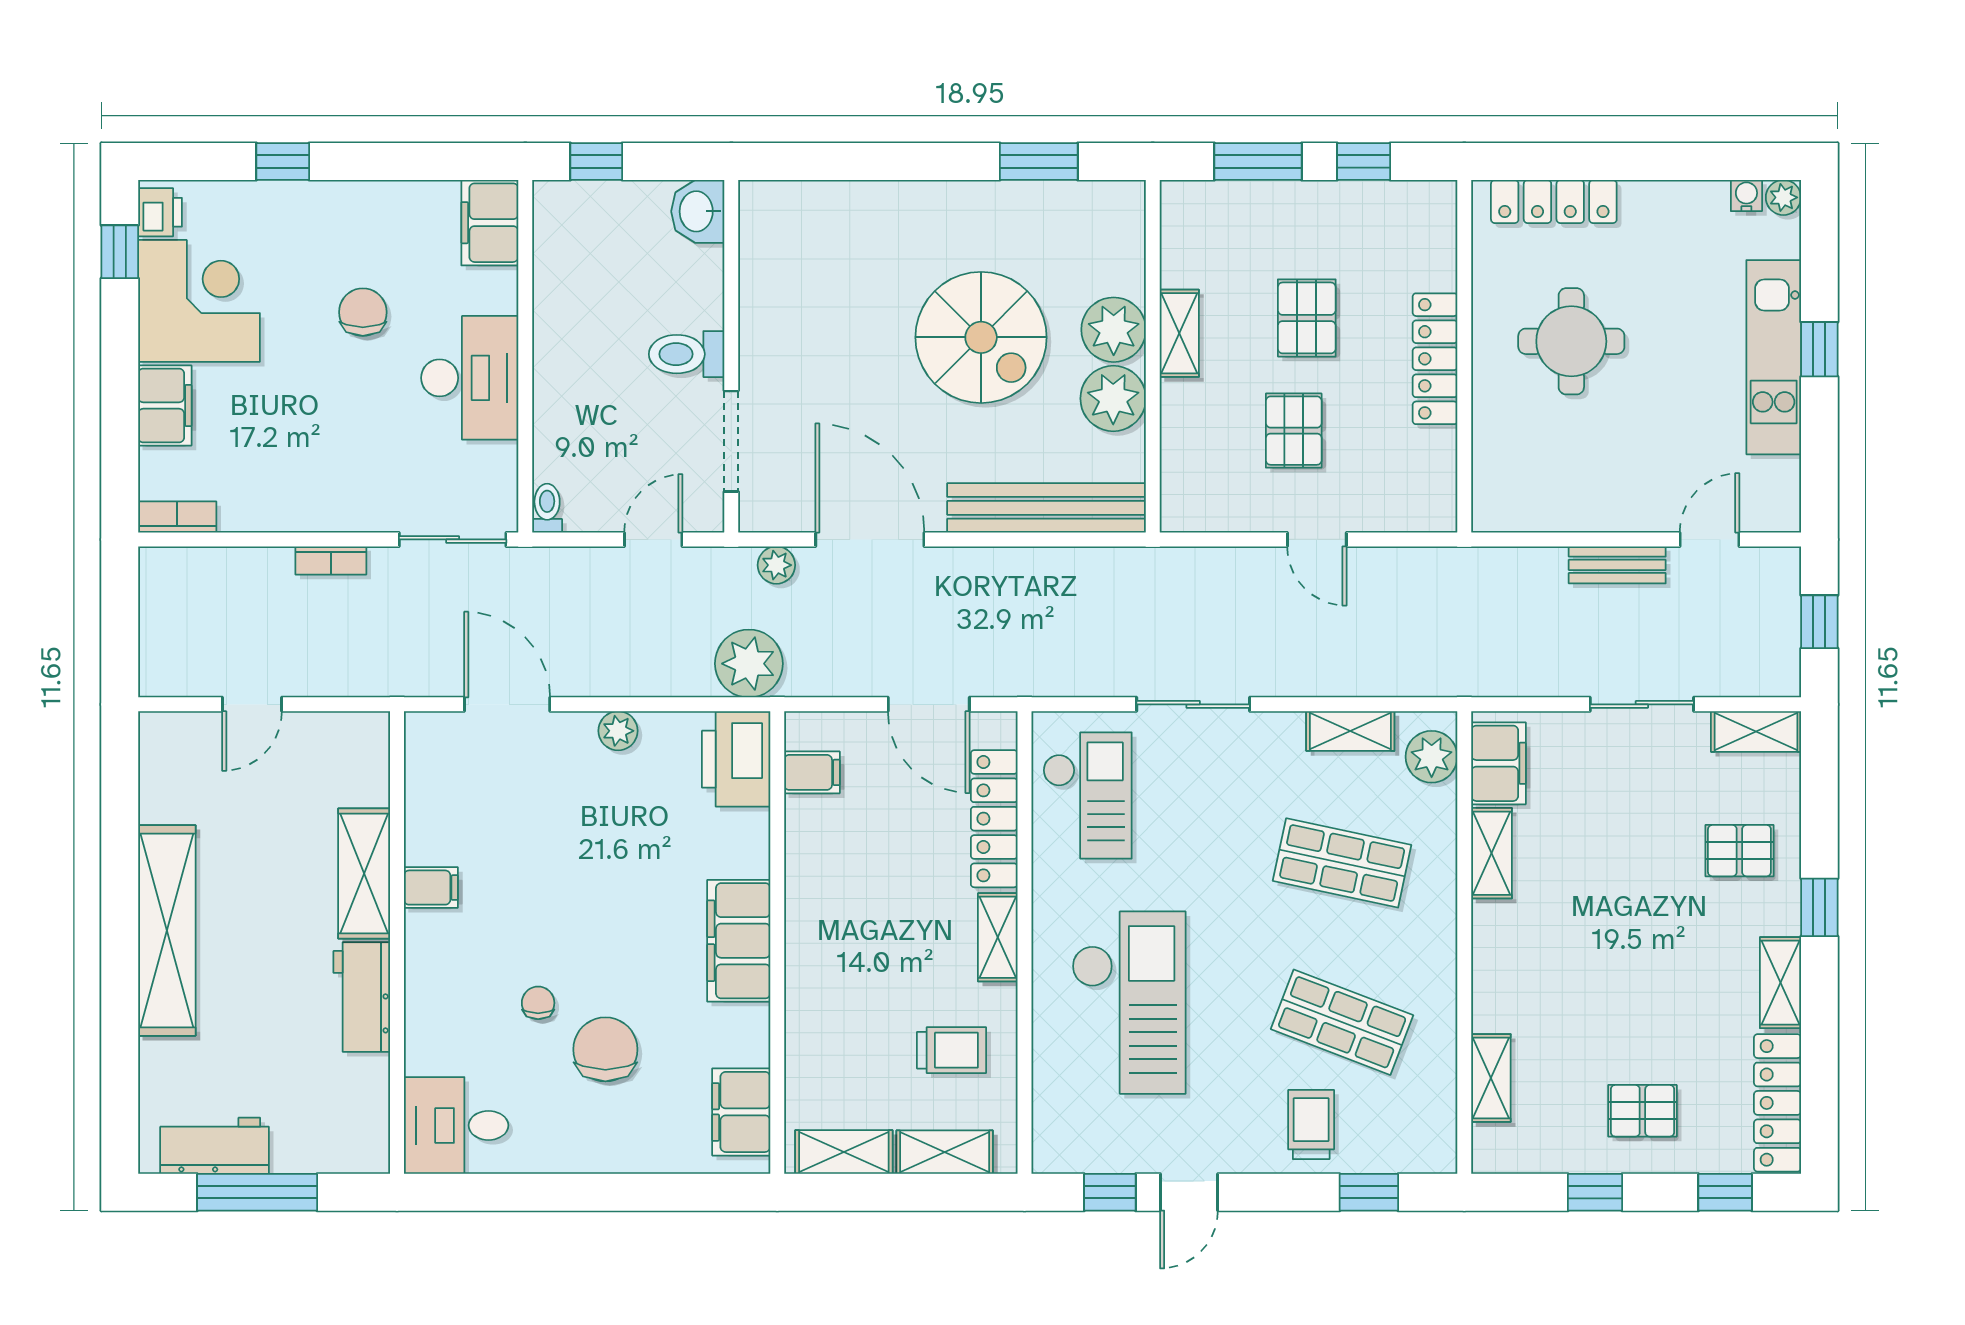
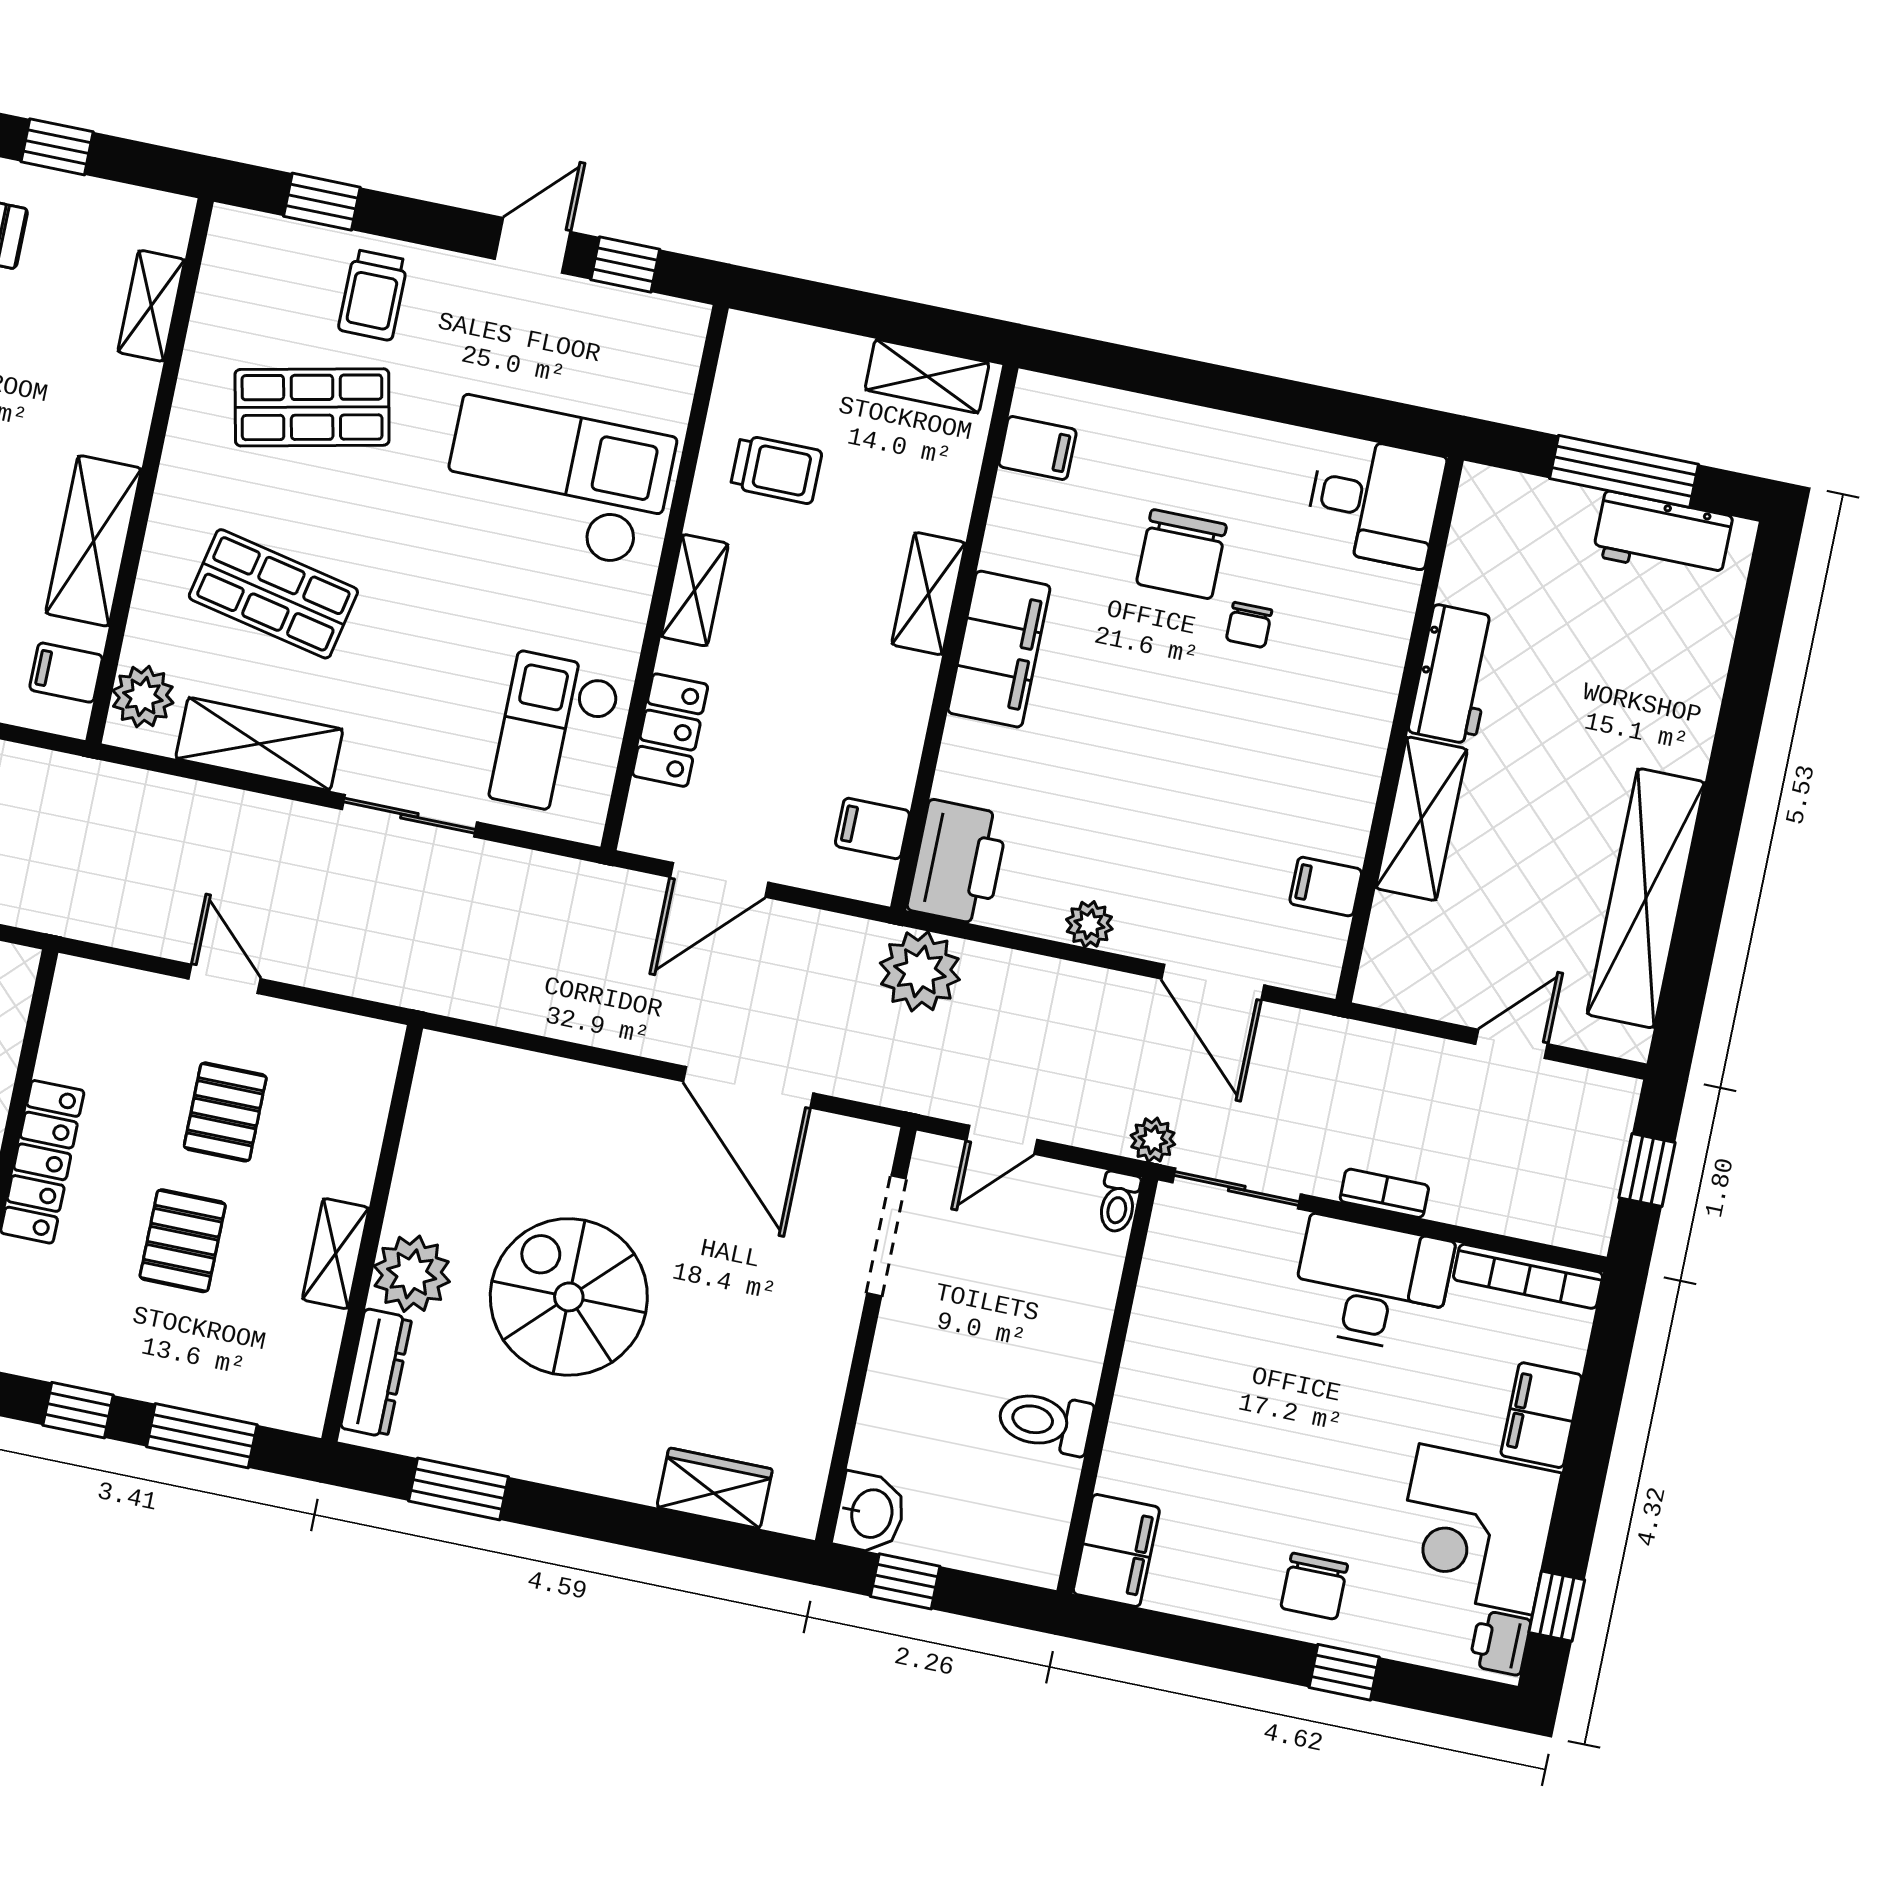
window: (596, 162) -> (905, 1581), moved
wardrobe: (829, 205) -> (715, 1488), added
dresser: (1126, 242) -> (376, 1373), added
chair: (363, 312) -> (1314, 1586), moved
toilet: (687, 354) -> (1045, 1422), moved, turned 180
desk: (470, 378) -> (1372, 1284), moved, turned 90
plant: (1113, 398) -> (429, 1193), removed
bench: (1047, 508) -> (533, 1081), removed
bookcase: (177, 517) -> (1528, 1276), width x1.56
plant: (776, 565) -> (1153, 1140), moved
window: (120, 624) -> (1647, 1170), added
door: (929, 704) -> (719, 880), swing flipped
shelving: (1350, 731) -> (259, 744), width x1.50, depth x1.33
filing cabinet: (1499, 763) -> (66, 673), width x0.50
locker: (994, 819) -> (670, 730), width x0.66
shelving: (1492, 853) -> (94, 541), width x1.50, depth x1.33
filing cabinet: (431, 888) -> (1326, 887), moved
shelving: (167, 930) -> (1646, 898), moved
checkout: (1129, 1003) -> (557, 482), turned 90
shop shelf: (1342, 1022) -> (312, 407), turned -33
trolley: (952, 1050) -> (776, 469), turned 180
filing cabinet: (741, 1112) -> (1038, 448), width x0.50
shelving: (945, 1152) -> (929, 594), moved, turned 90

